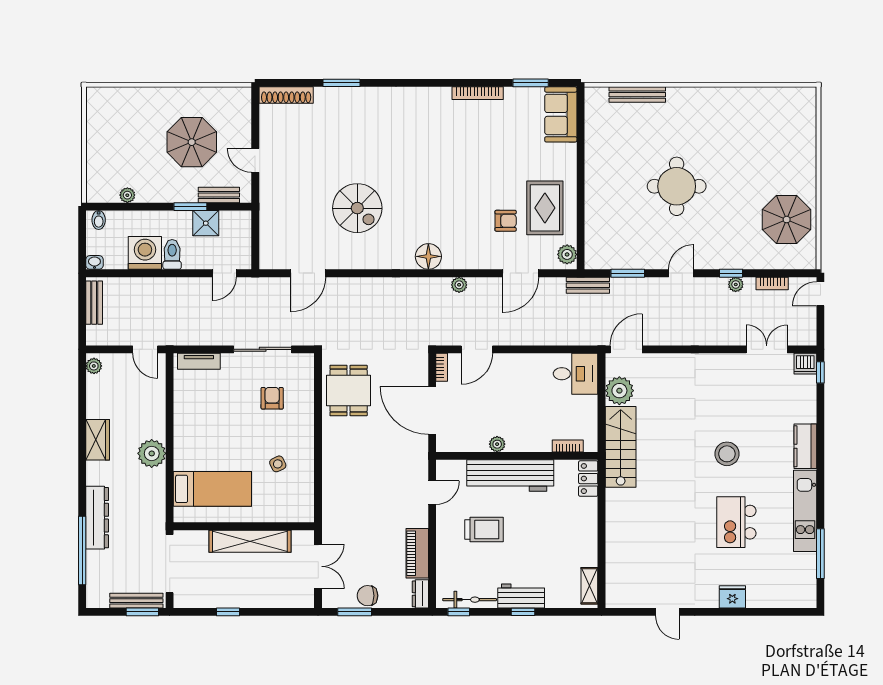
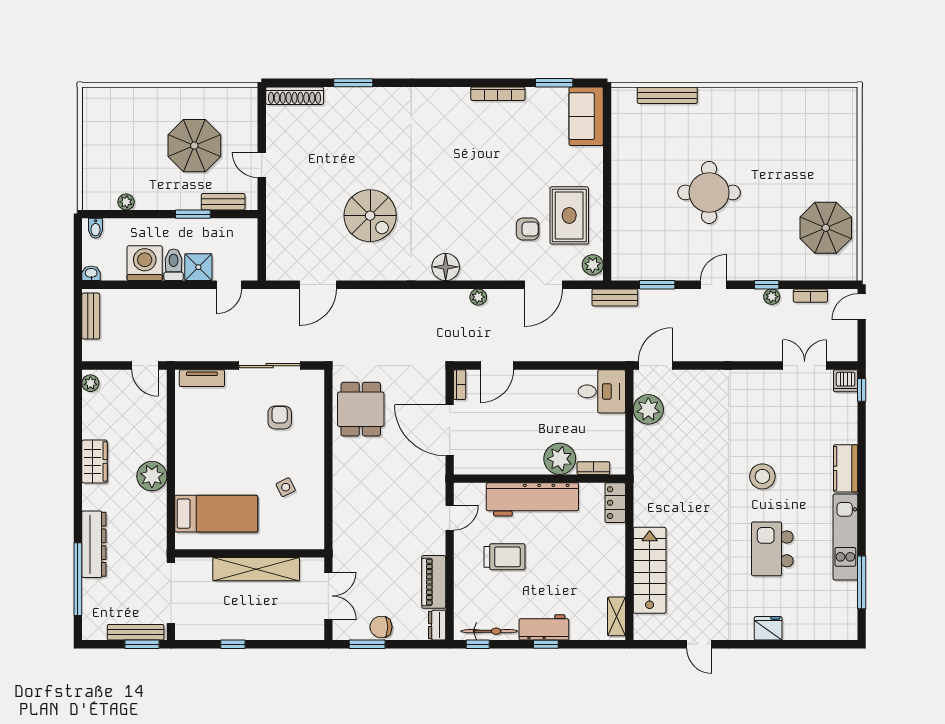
shower: (206, 223) -> (198, 267), moved
plant: (497, 444) -> (560, 459), moved, width x1.87, depth x1.87
stairs: (621, 447) -> (650, 570), moved

